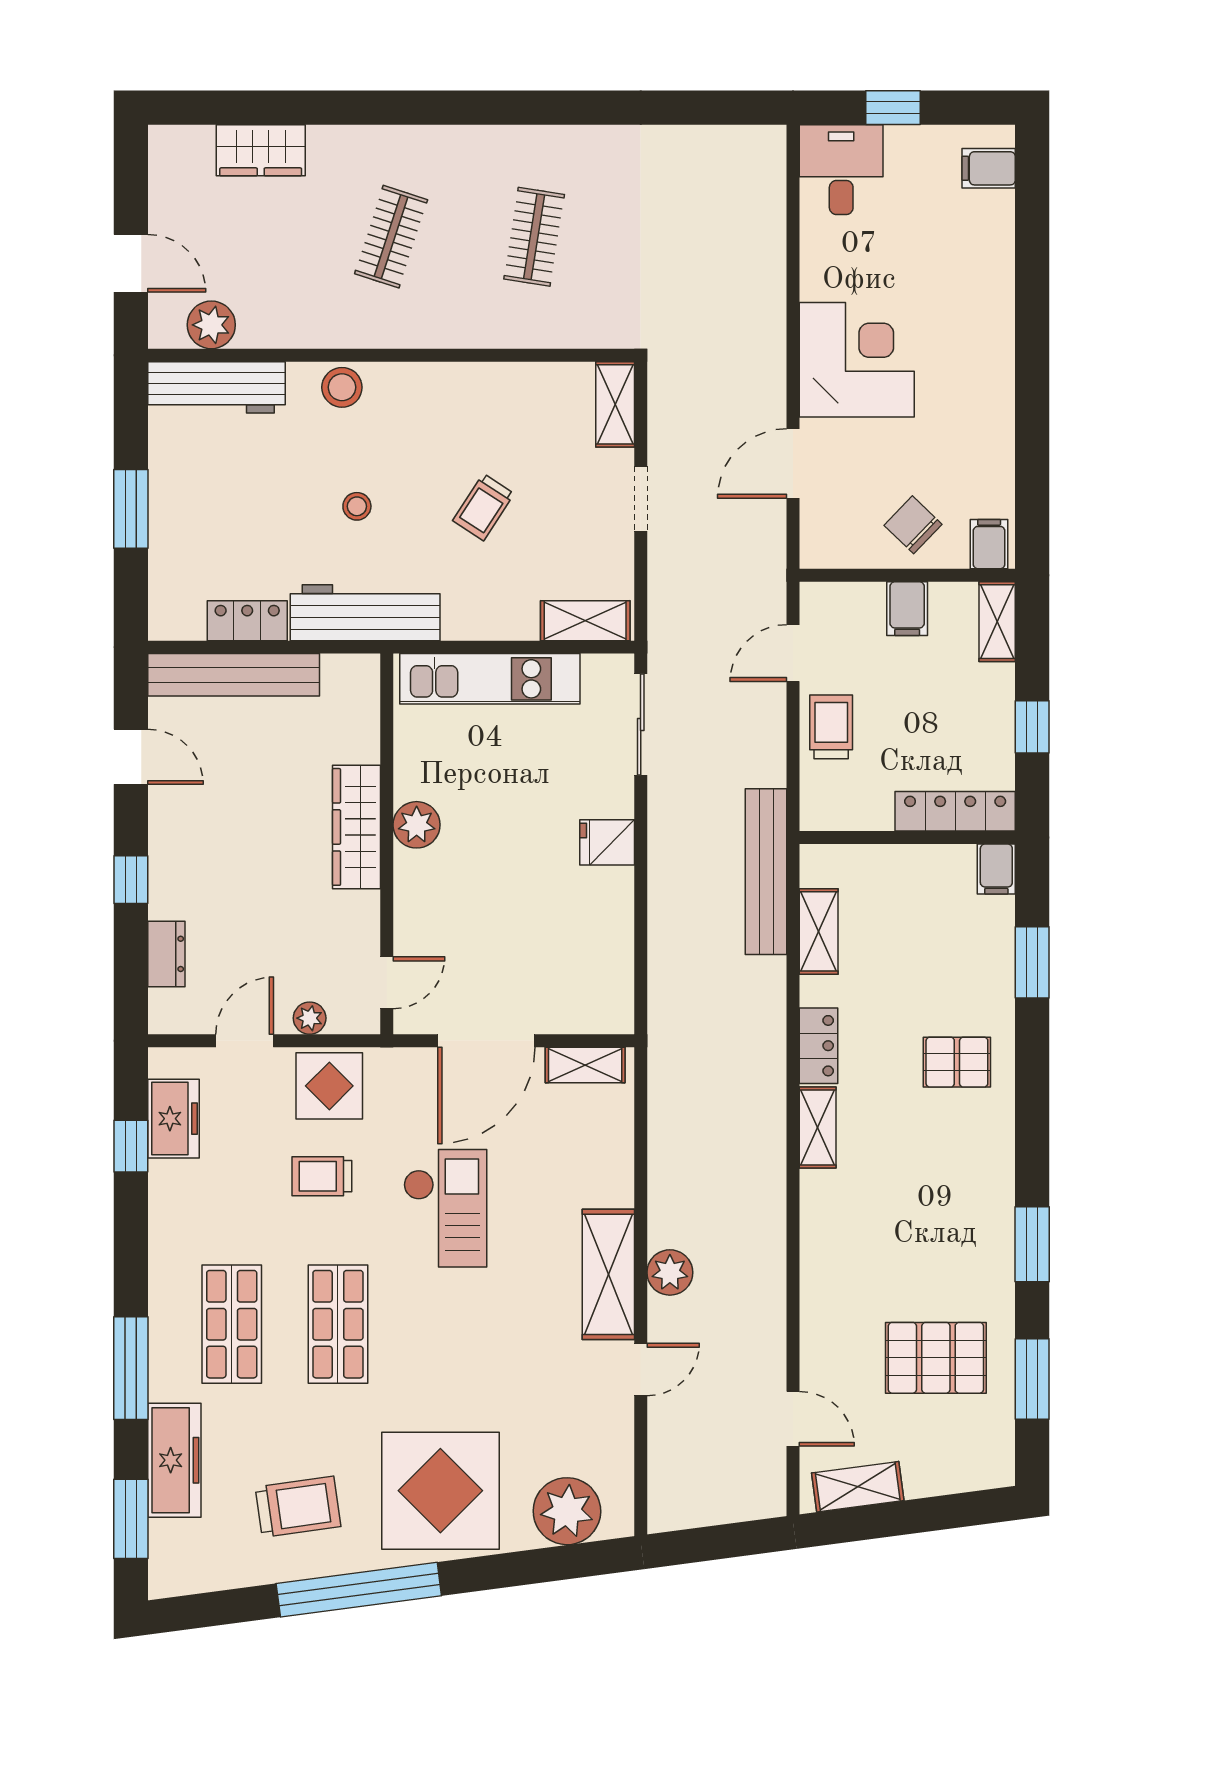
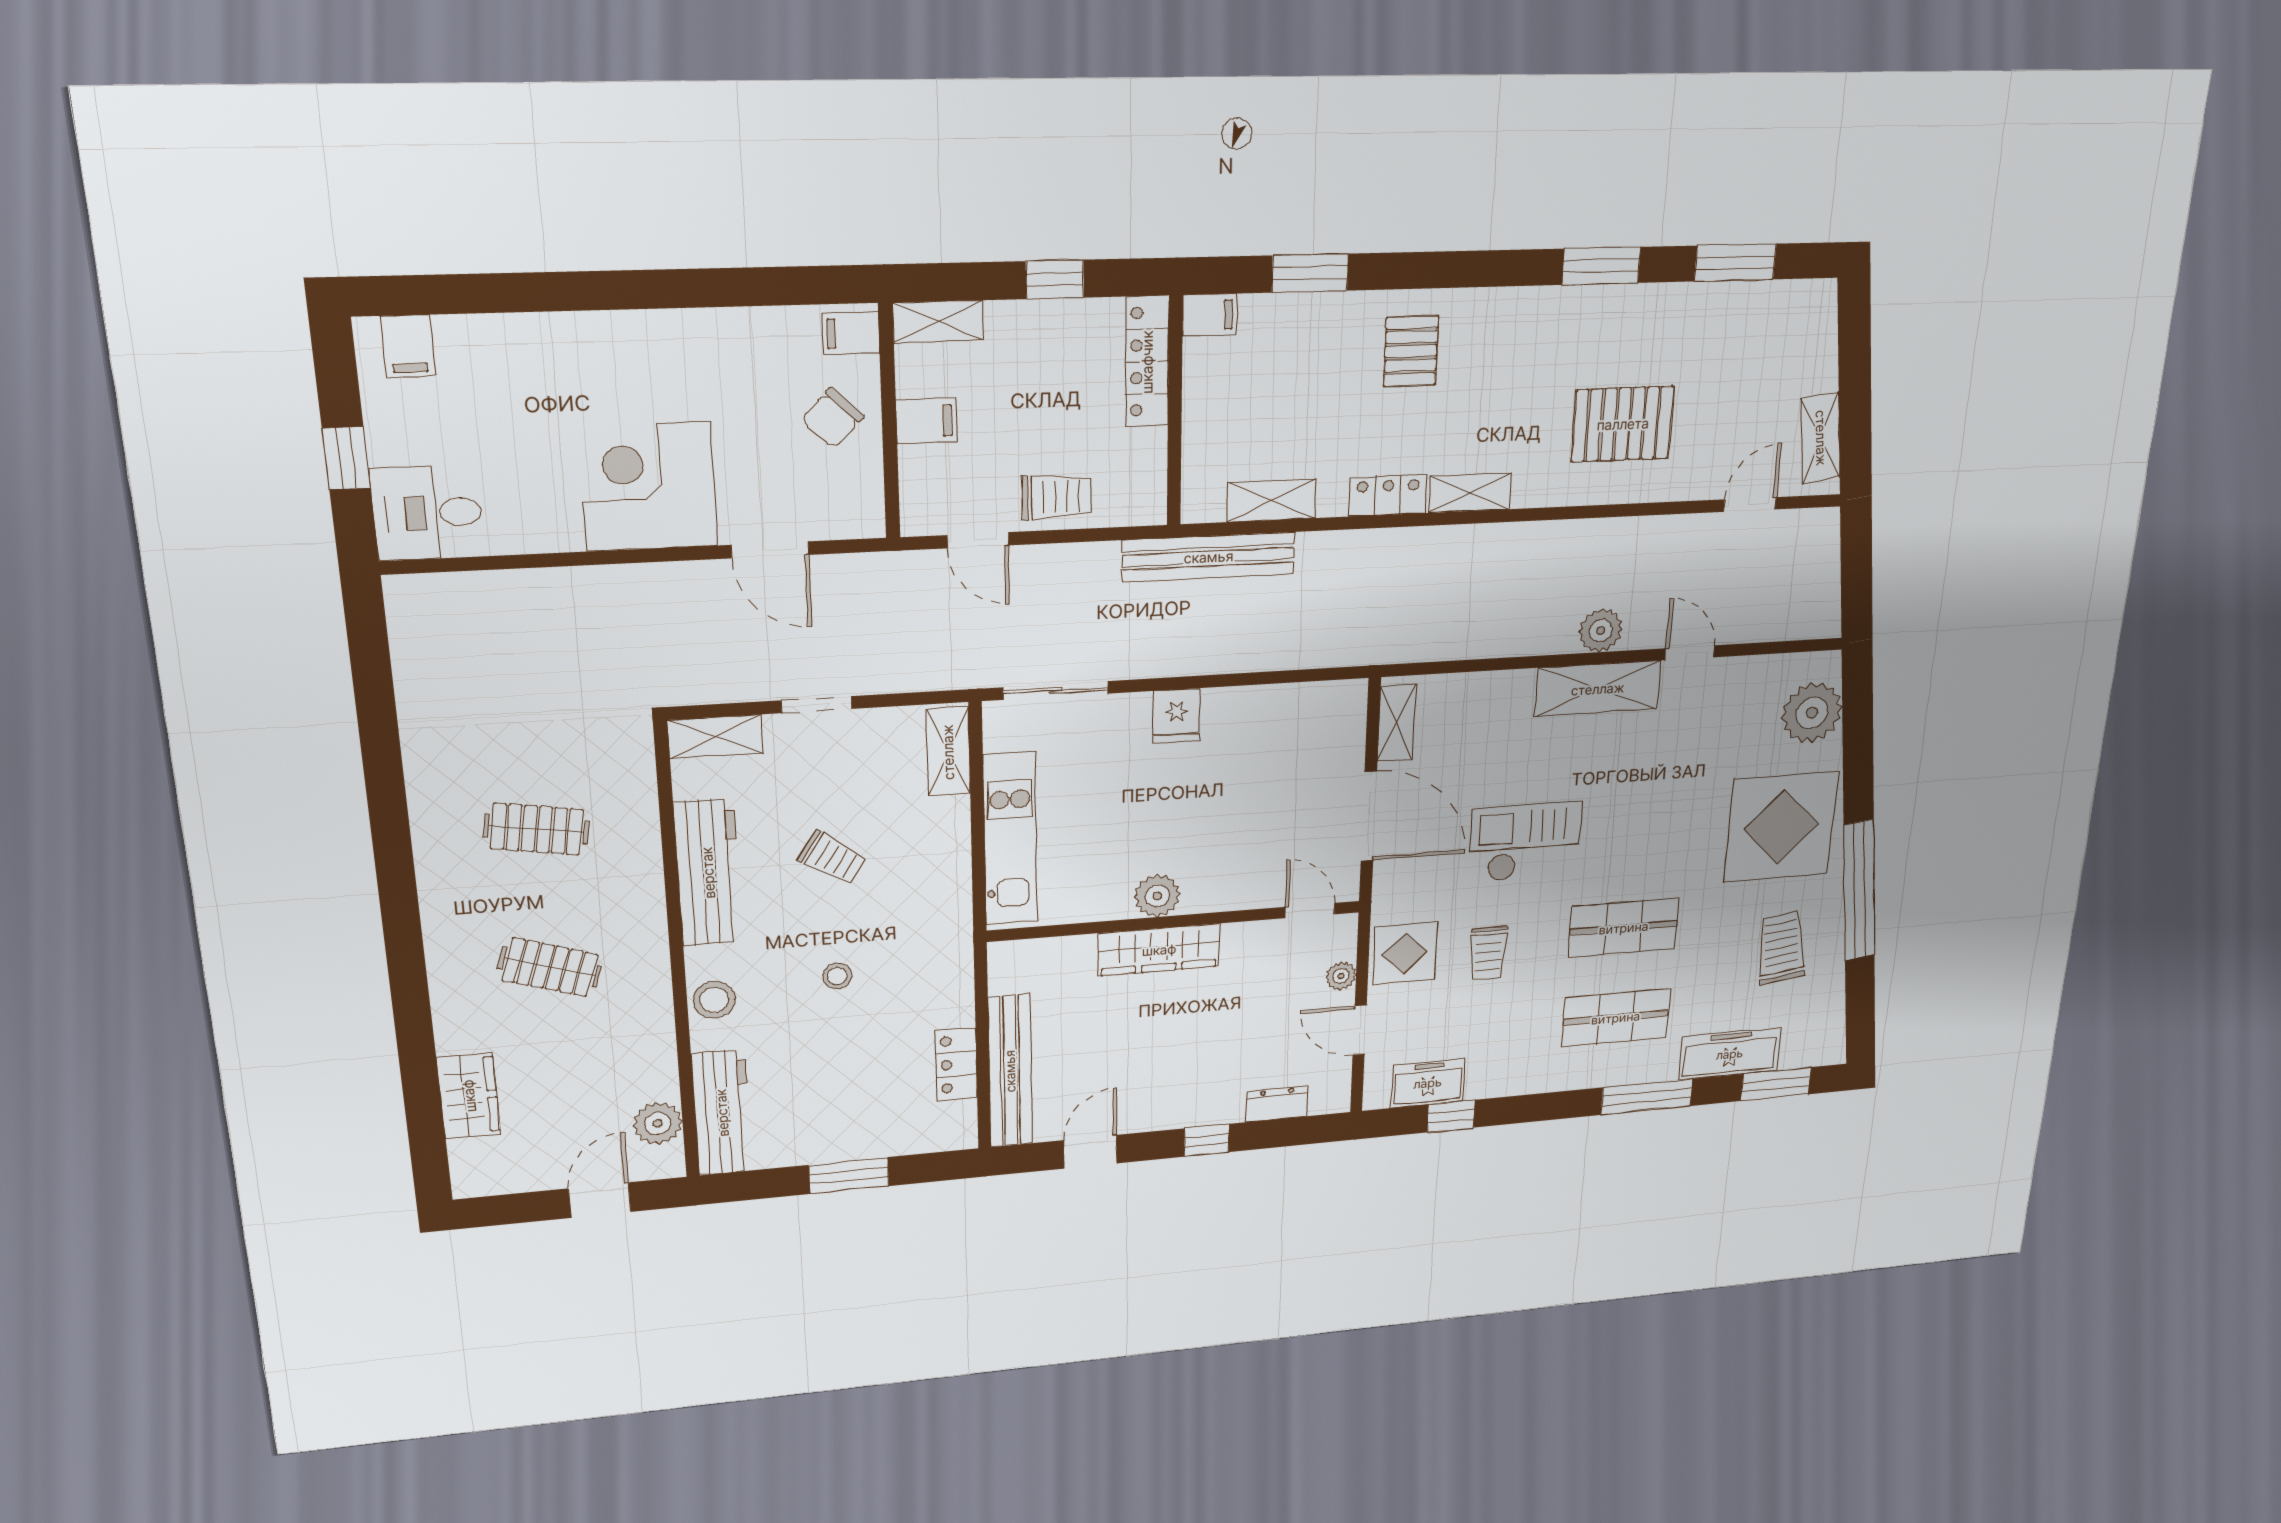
workbench: (365, 613) -> (708, 873), moved, turned 180
trolley: (831, 727) -> (1057, 497), turned 180
pallet: (936, 1358) -> (1623, 424), moved, turned 90

